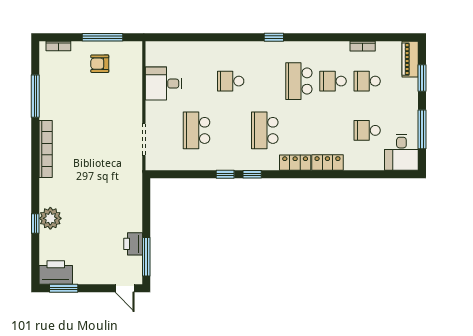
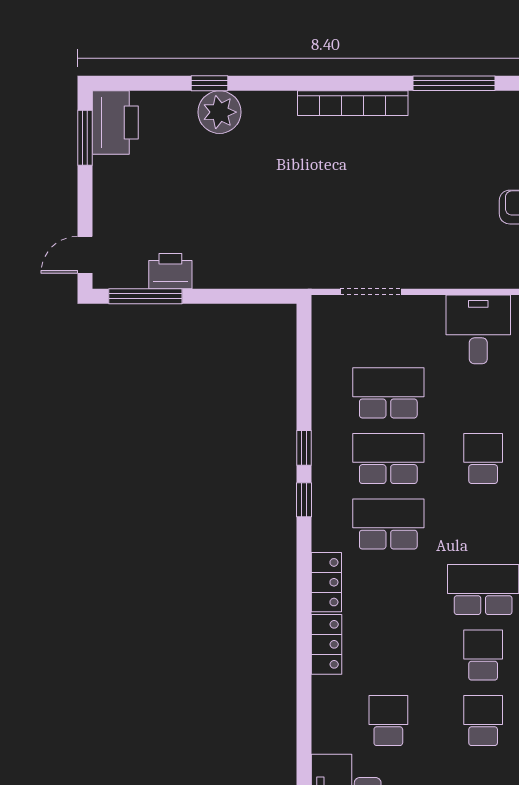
school desk: (231, 130) -> (388, 458), added

